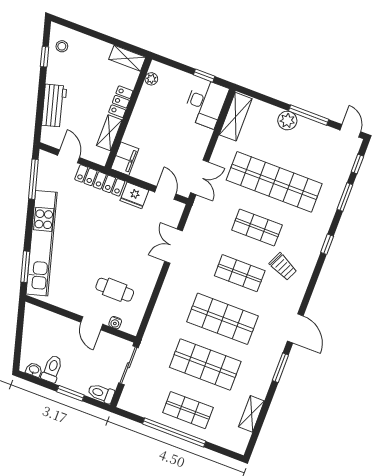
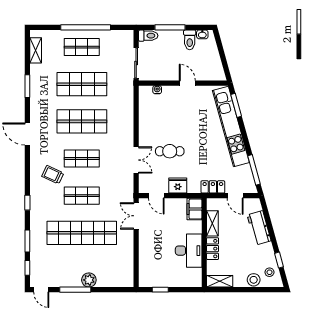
stool: (85, 44) -> (254, 280), added
plant: (151, 79) -> (197, 273), removed
desk: (206, 103) -> (189, 251), moved, turned 180
shelving: (236, 117) -> (127, 269), removed
locker: (100, 180) -> (213, 187), width x0.66
cafe table: (115, 290) -> (170, 151), moved
door: (92, 323) -> (187, 83), moved
window: (280, 368) -> (27, 86), moved
window: (70, 393) -> (170, 27), width x1.44
shelving: (251, 414) -> (36, 50), moved

